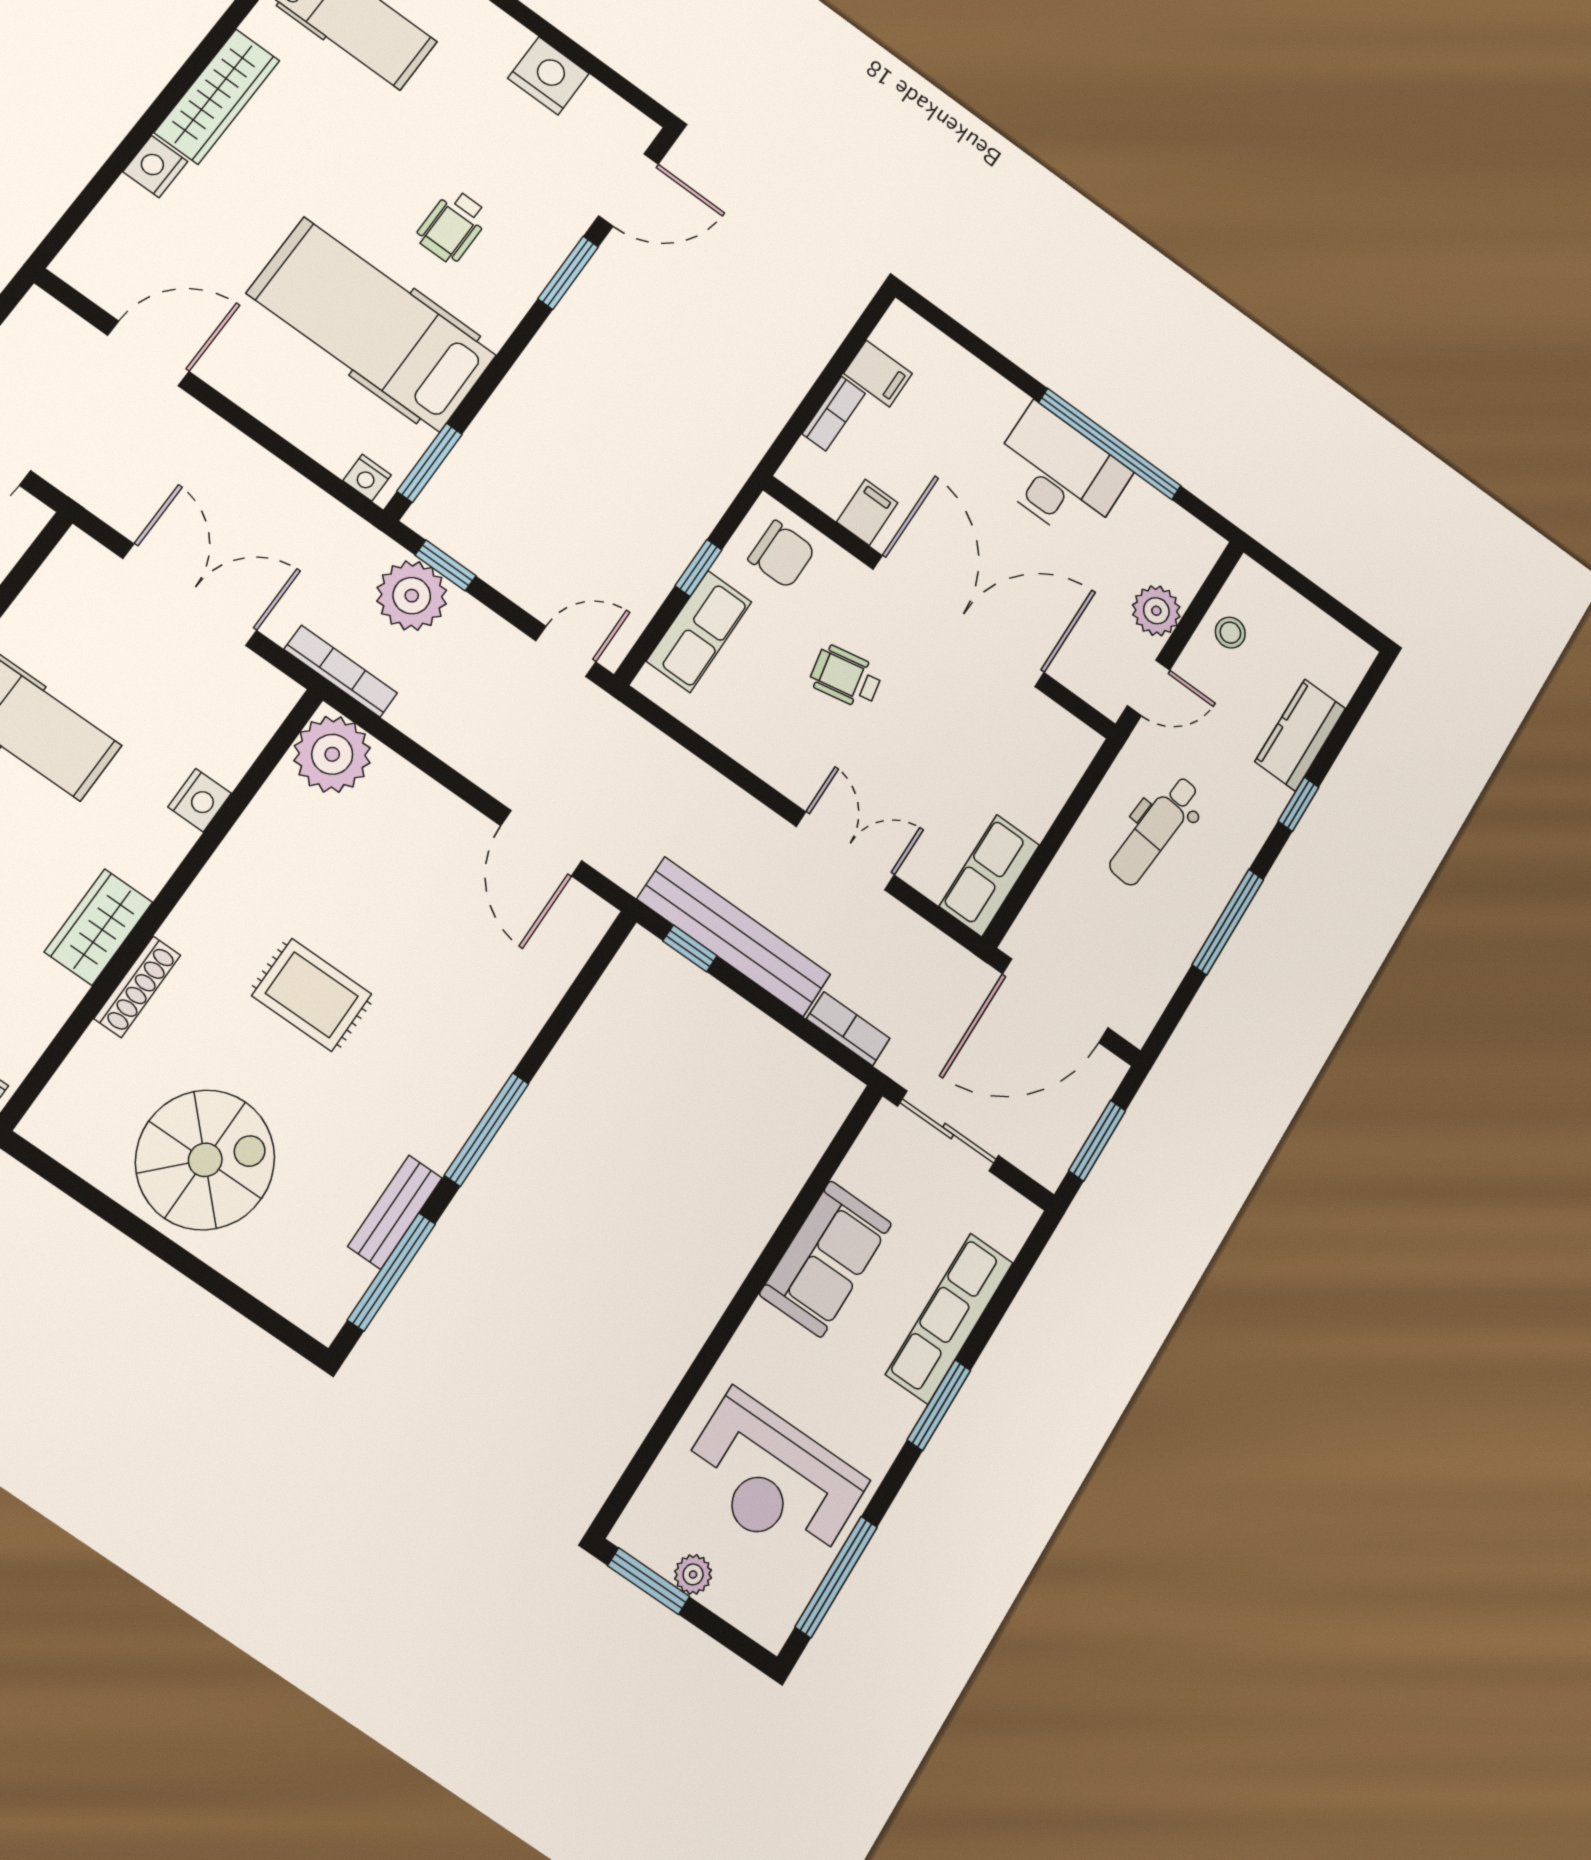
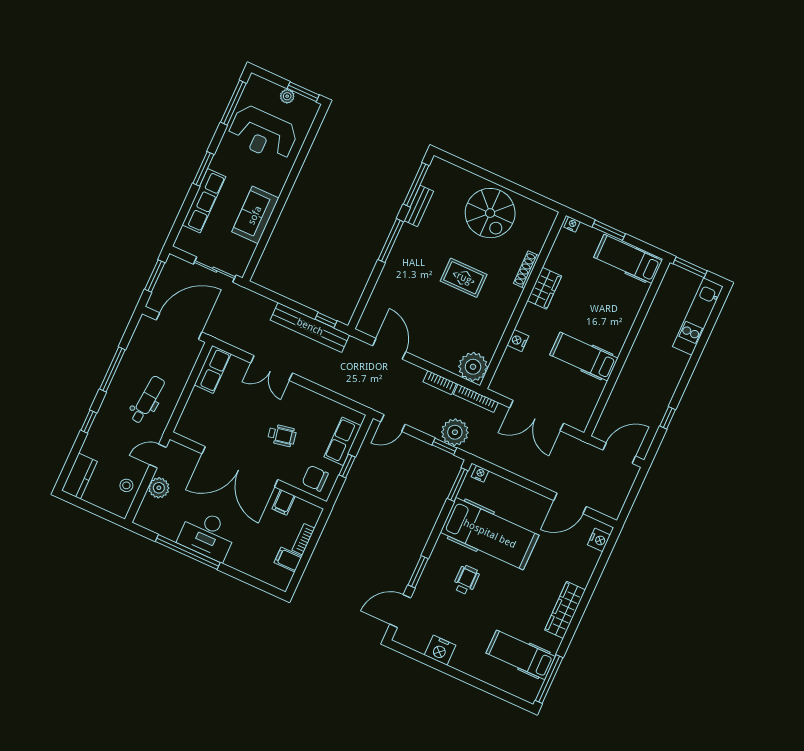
nightstand: (155, 167) -> (599, 540), moved
kitchen counter: (1300, 735) -> (79, 476), moved
bookcase: (848, 1029) -> (440, 383), moved
spiral stairs: (205, 1160) -> (490, 213), turned -90
reception desk: (773, 1480) -> (263, 133), turned 180

